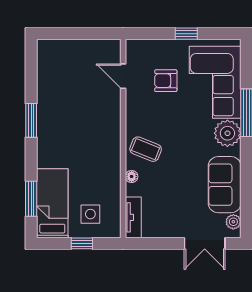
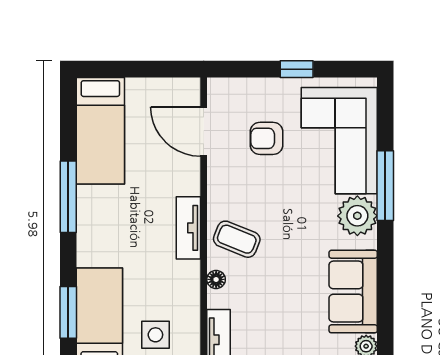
bed: (53, 75) -> (100, 131), added
door: (123, 76) -> (204, 132), width x1.38
window: (31, 120) -> (68, 197), width x1.44
tv unit: (113, 141) -> (188, 228), added

